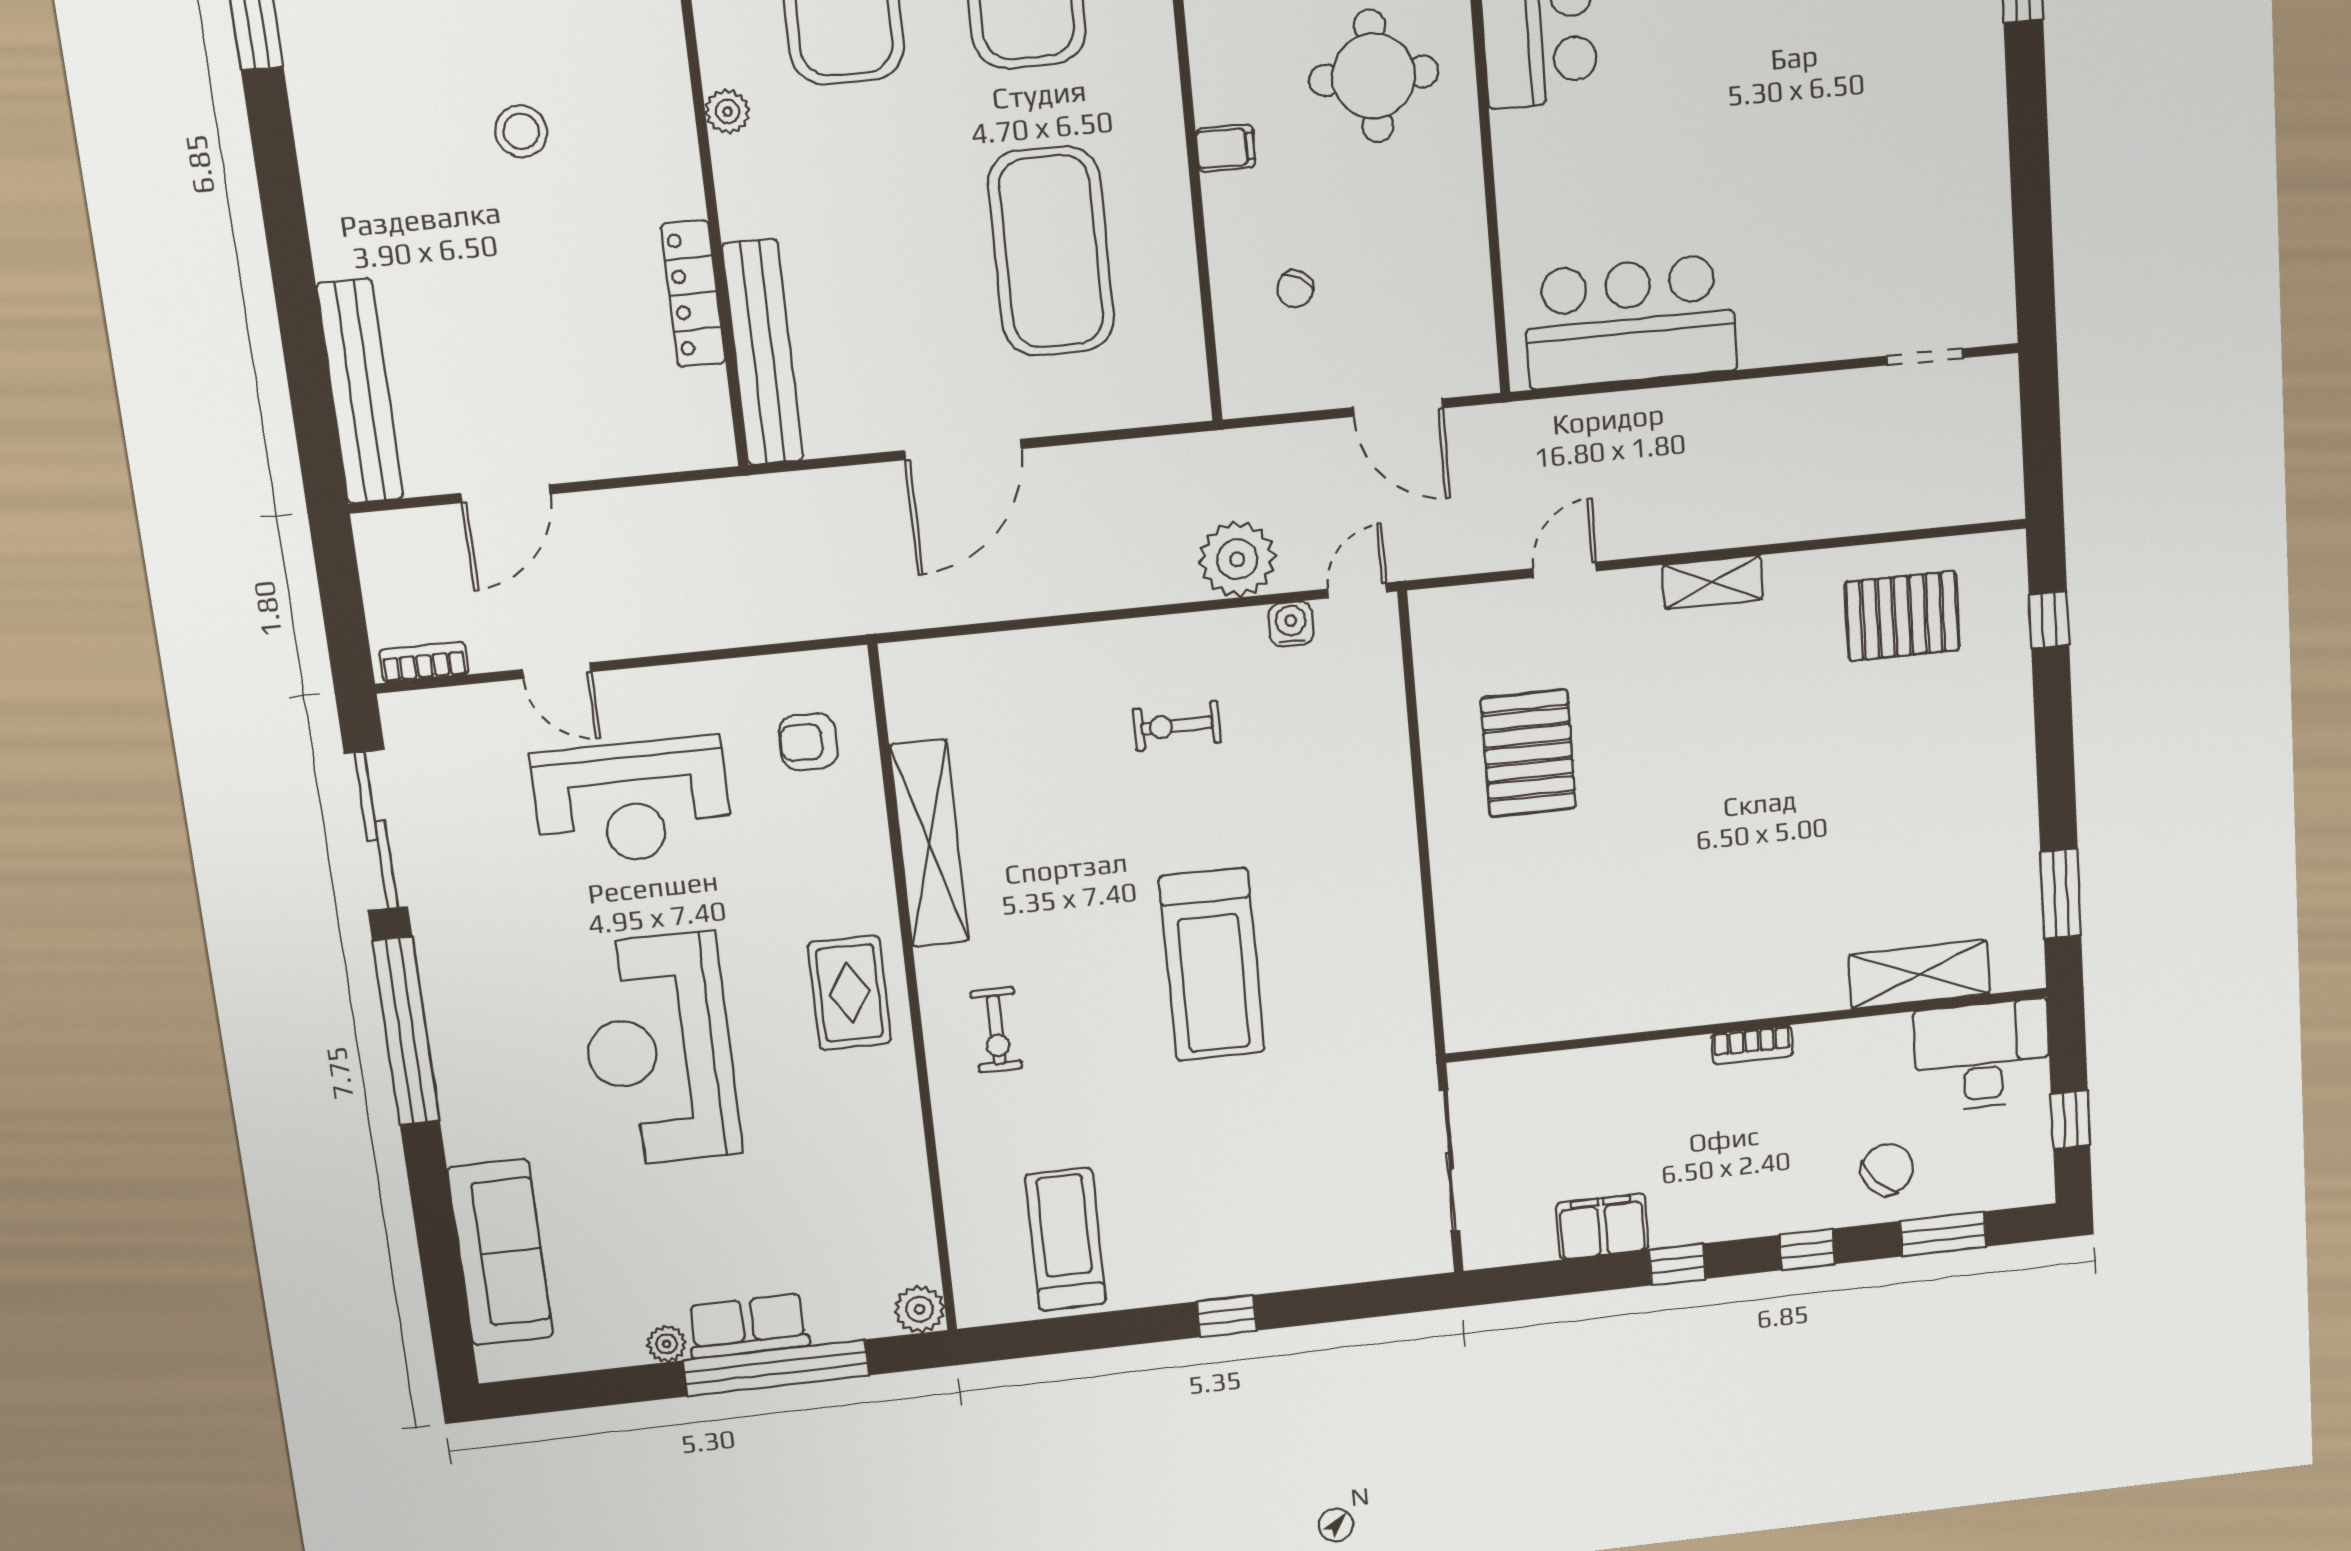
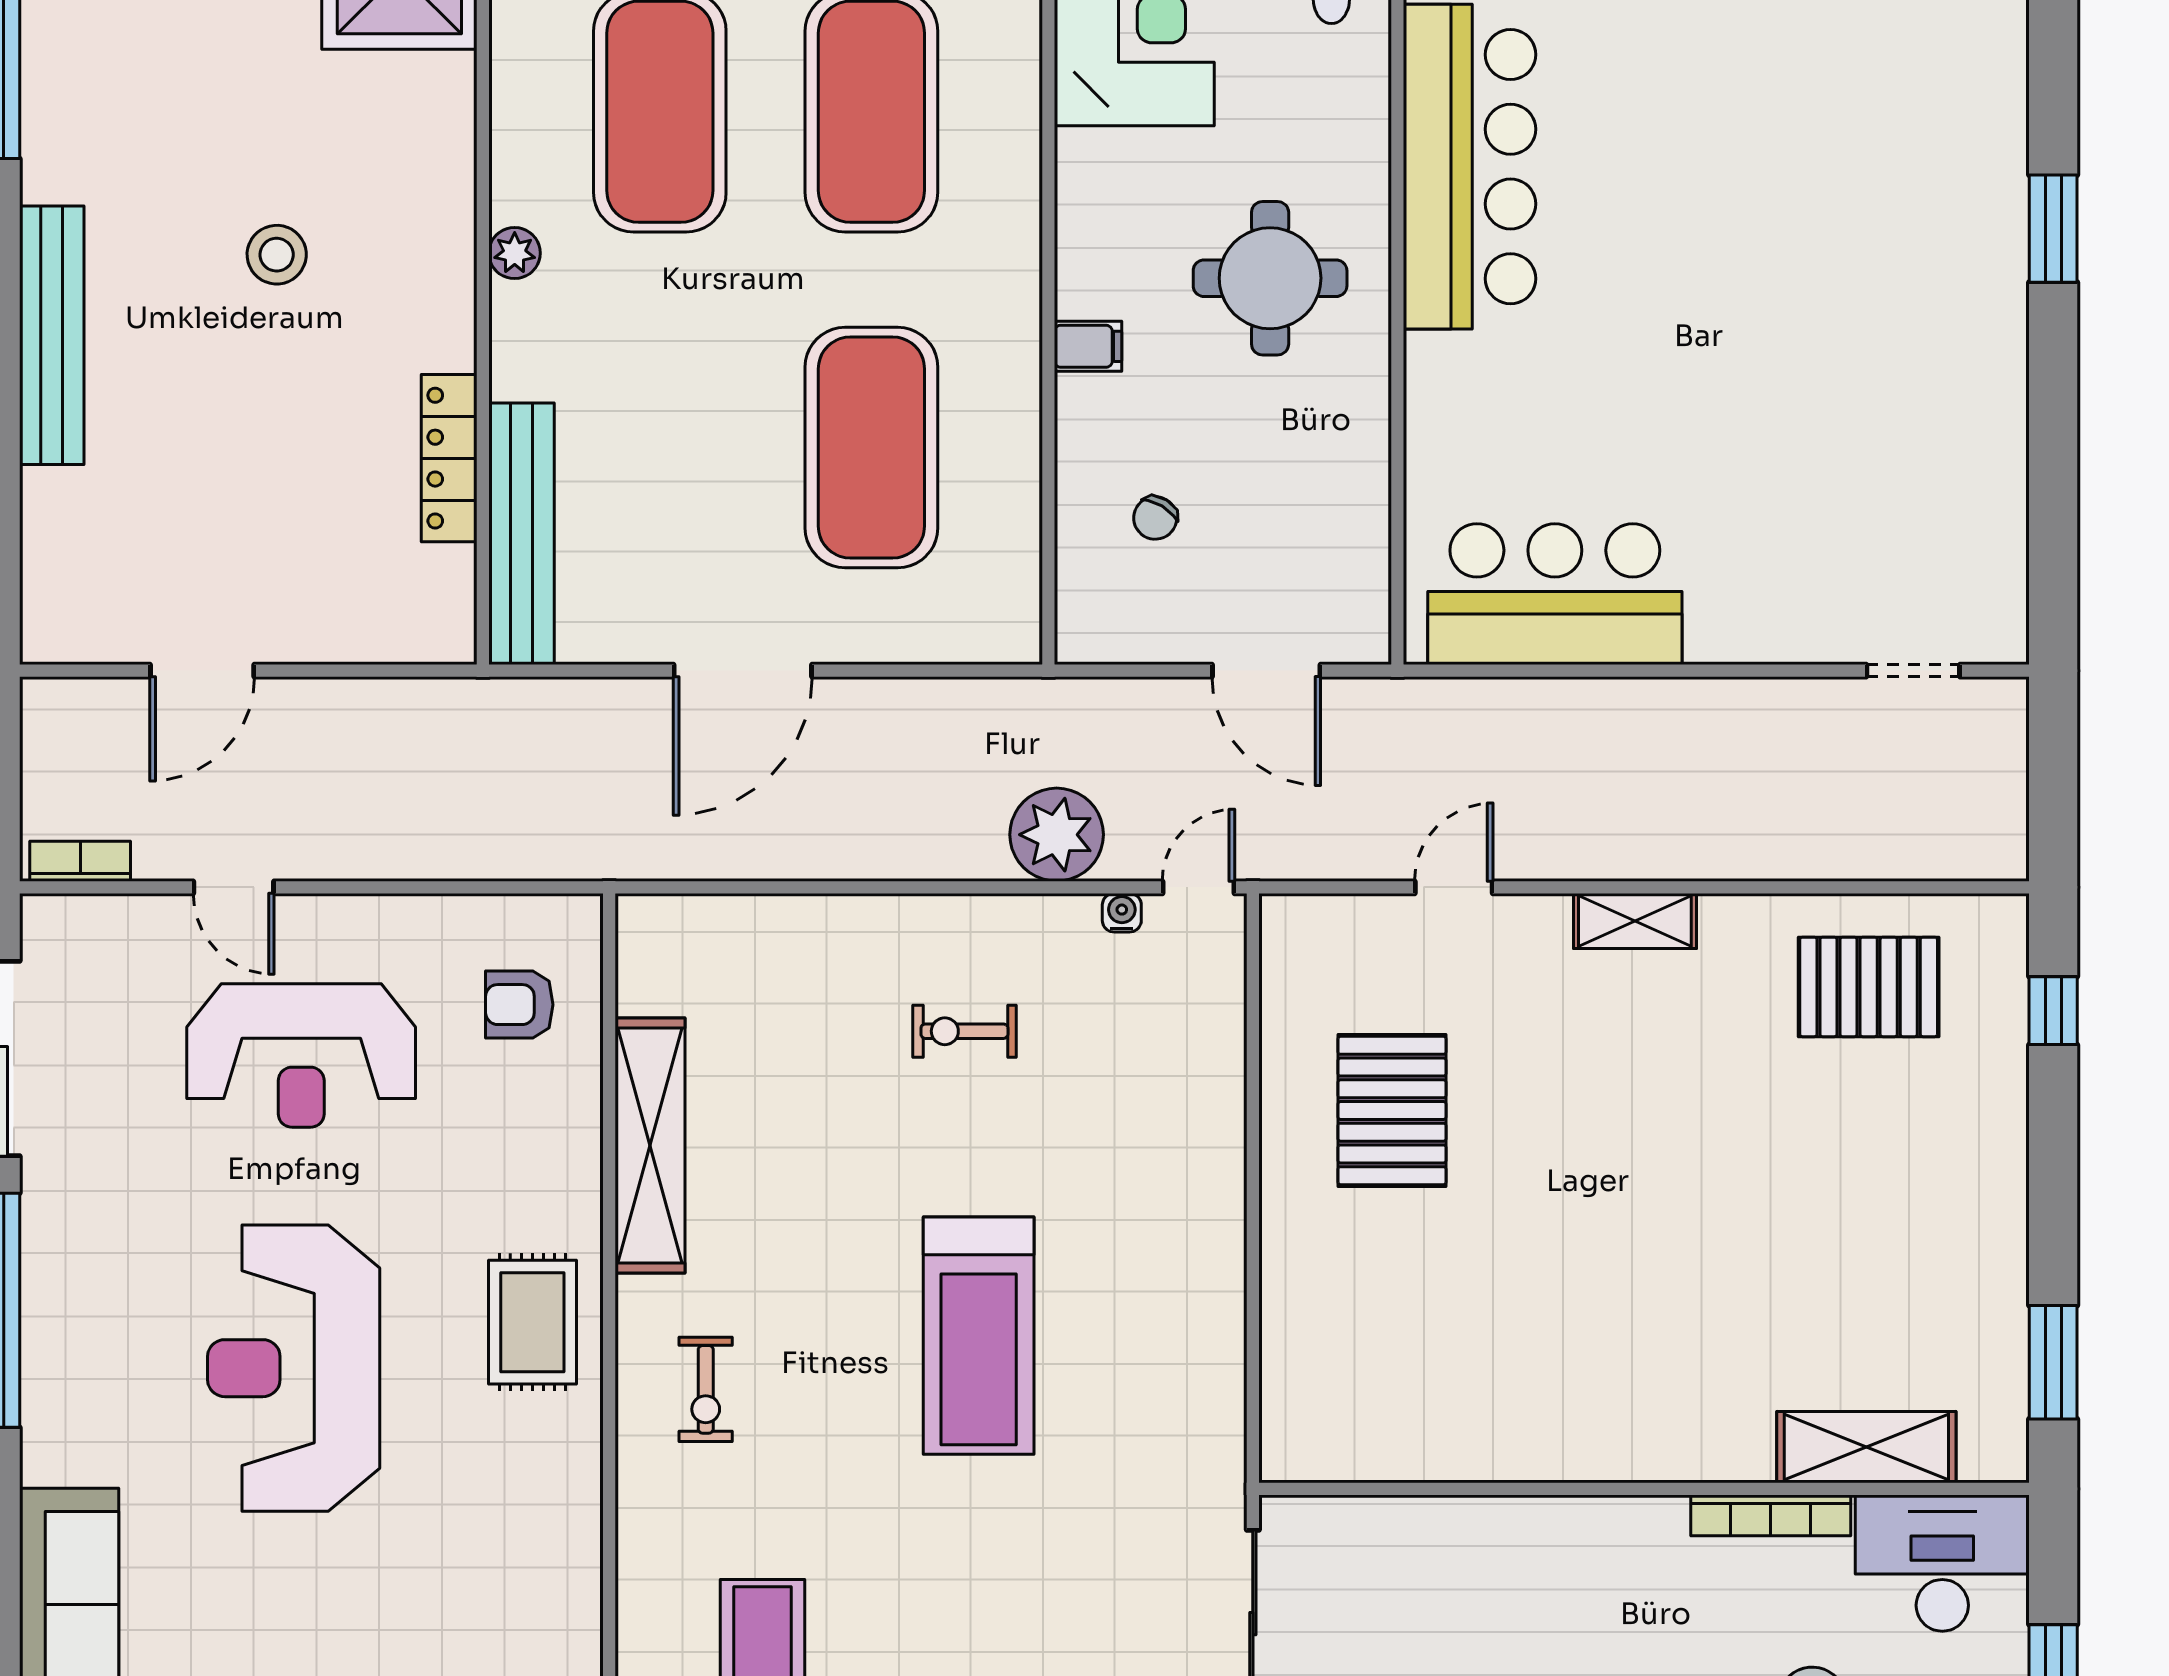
bench: (360, 392) -> (52, 335), moved
water cooler: (1291, 624) -> (1122, 913), width x0.72, depth x0.72
bookcase: (1752, 1045) -> (1771, 1515), moved, width x1.56

